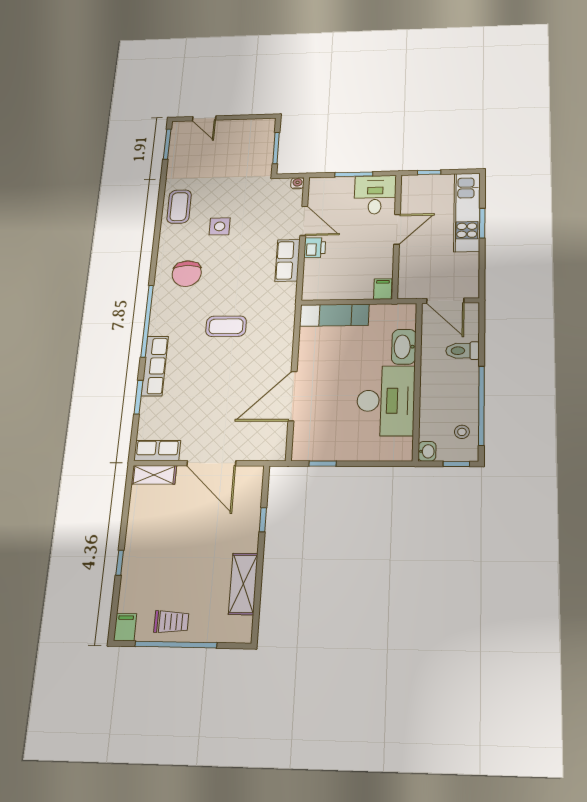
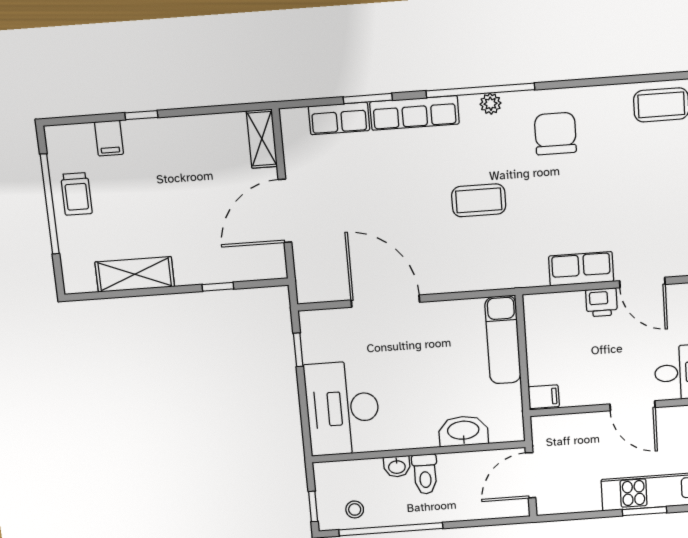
door: (304, 221) -> (642, 283), hinge flipped
side table: (220, 226) -> (631, 168), removed
chair: (187, 274) -> (555, 133), turned 90
plant: (158, 315) -> (491, 104), added
coffee table: (226, 326) -> (479, 200), turned 90
toilet: (463, 351) -> (425, 474), moved, turned 180
desk: (386, 401) -> (342, 408), moved, turned 90
row of seats: (157, 450) -> (339, 118), moved, turned 90
washbasin: (427, 451) -> (397, 466), moved
filing cabinet: (125, 627) -> (109, 138), moved, turned 90

